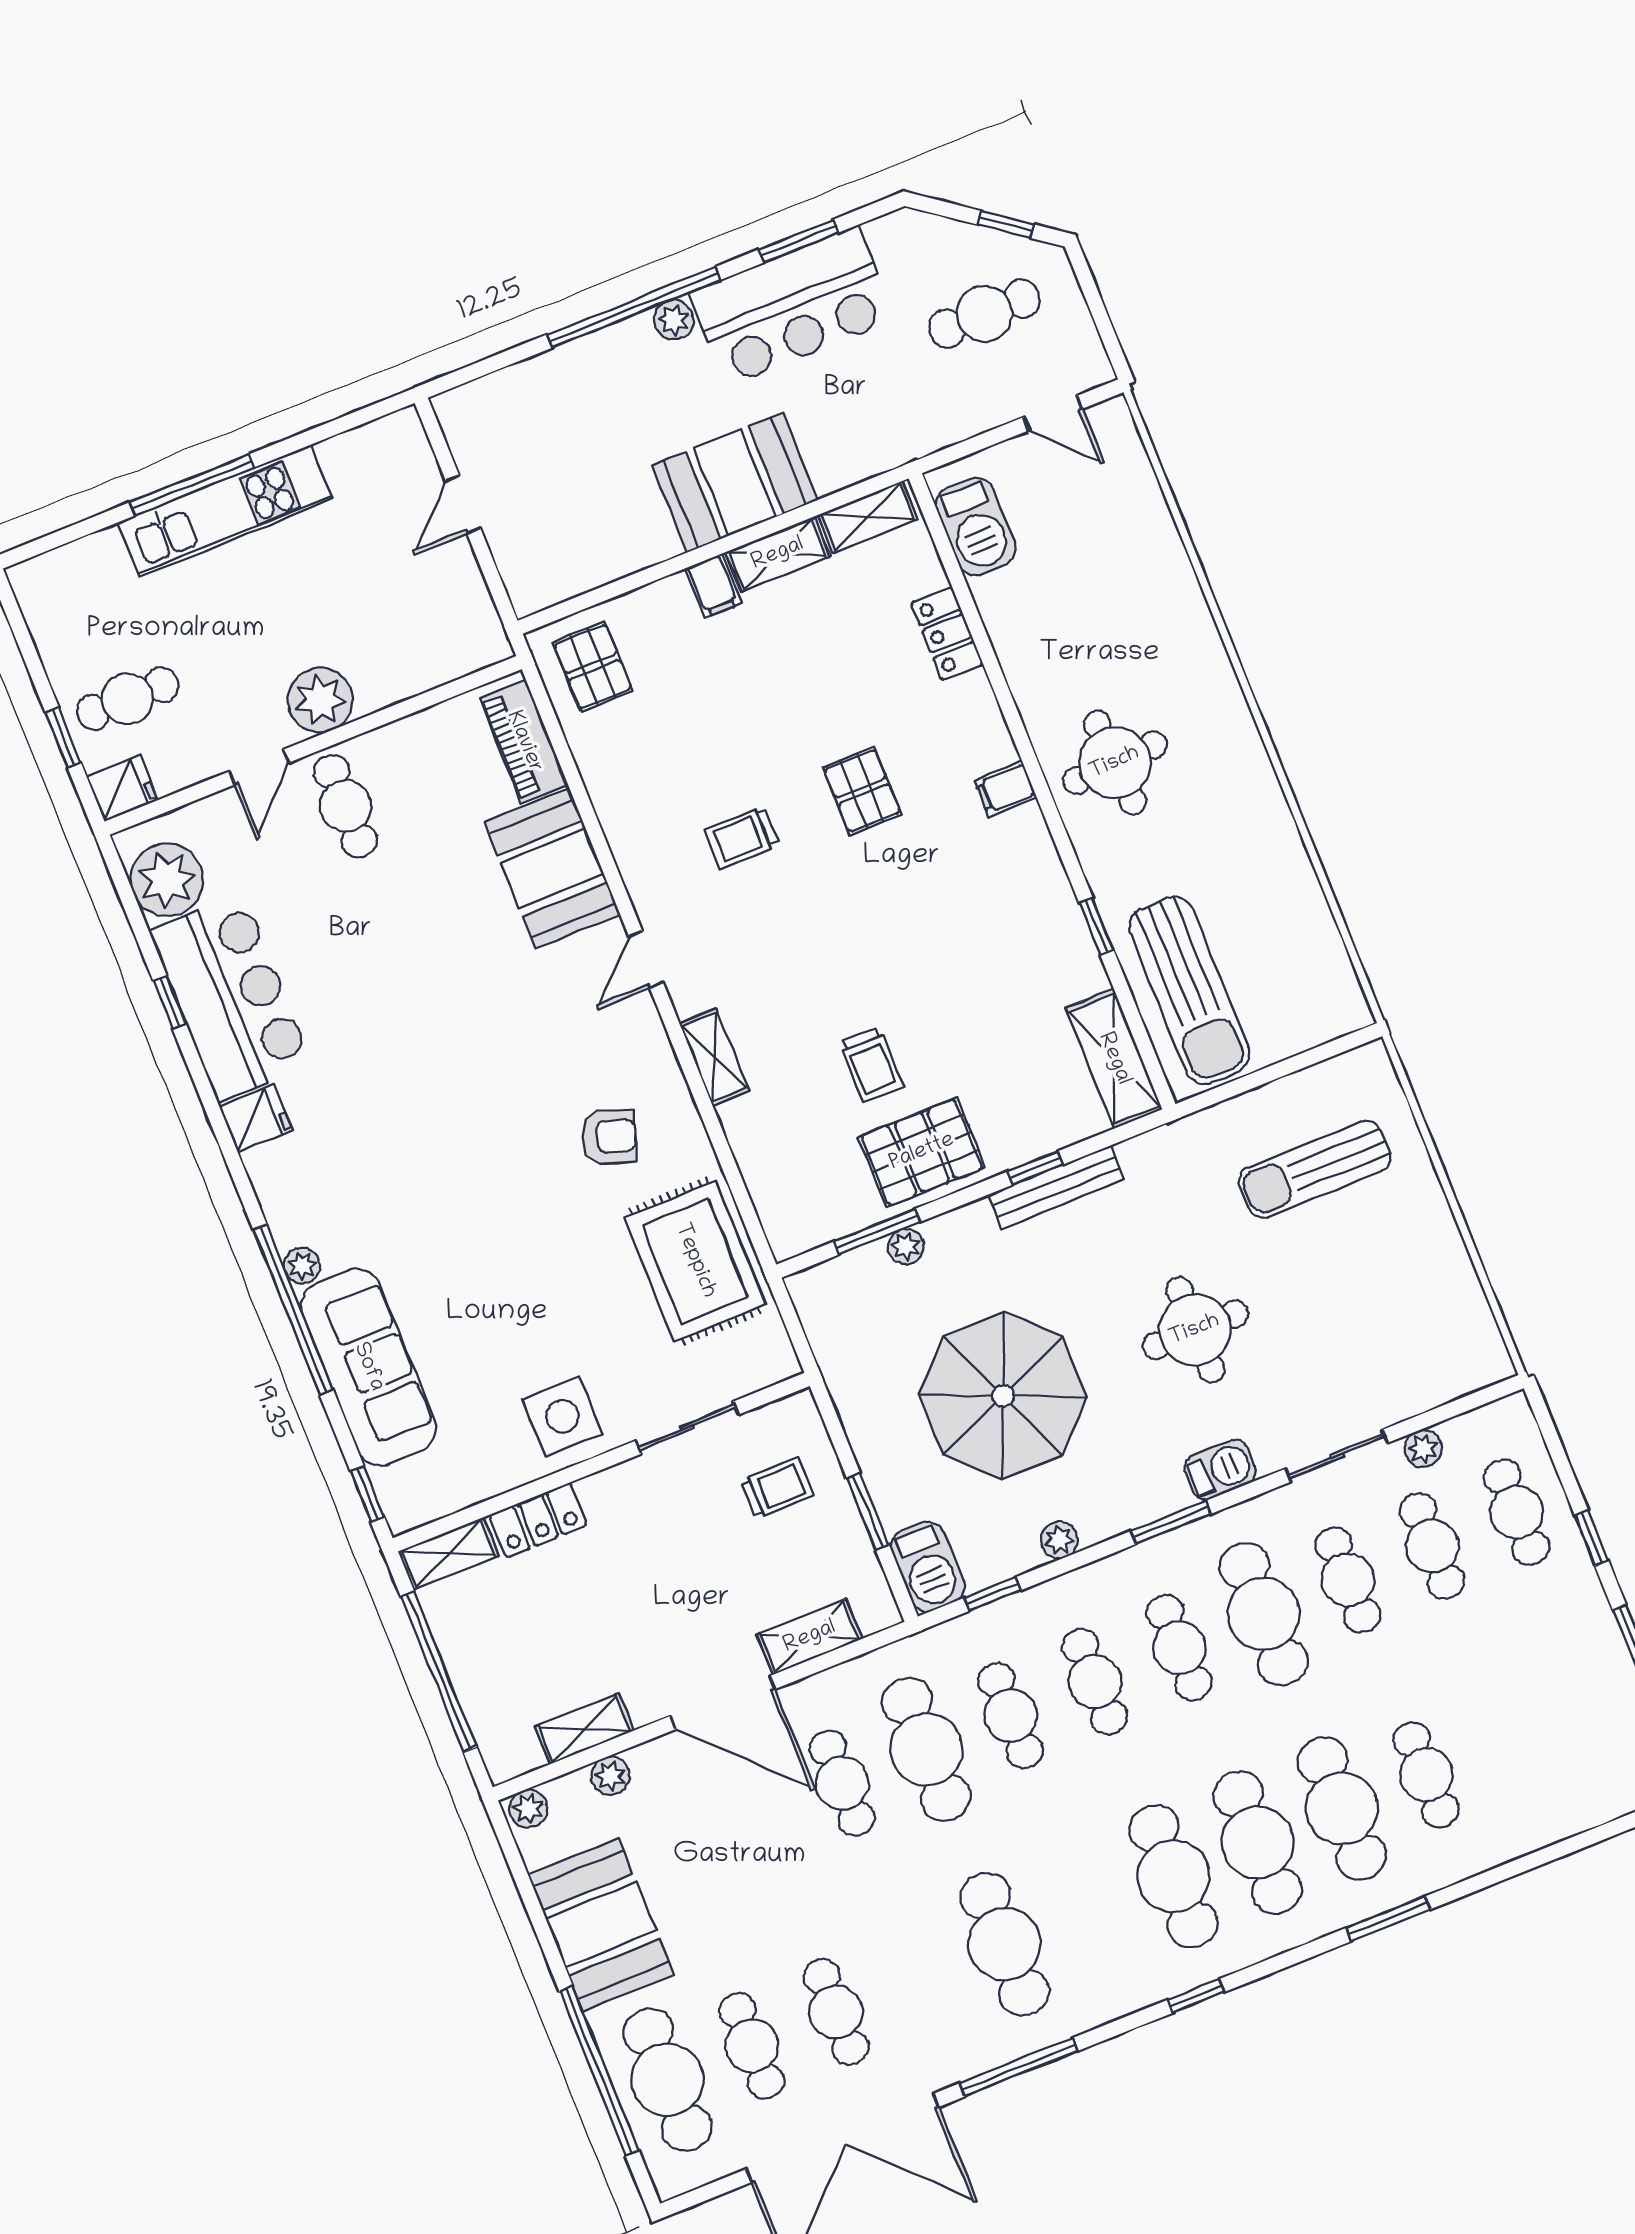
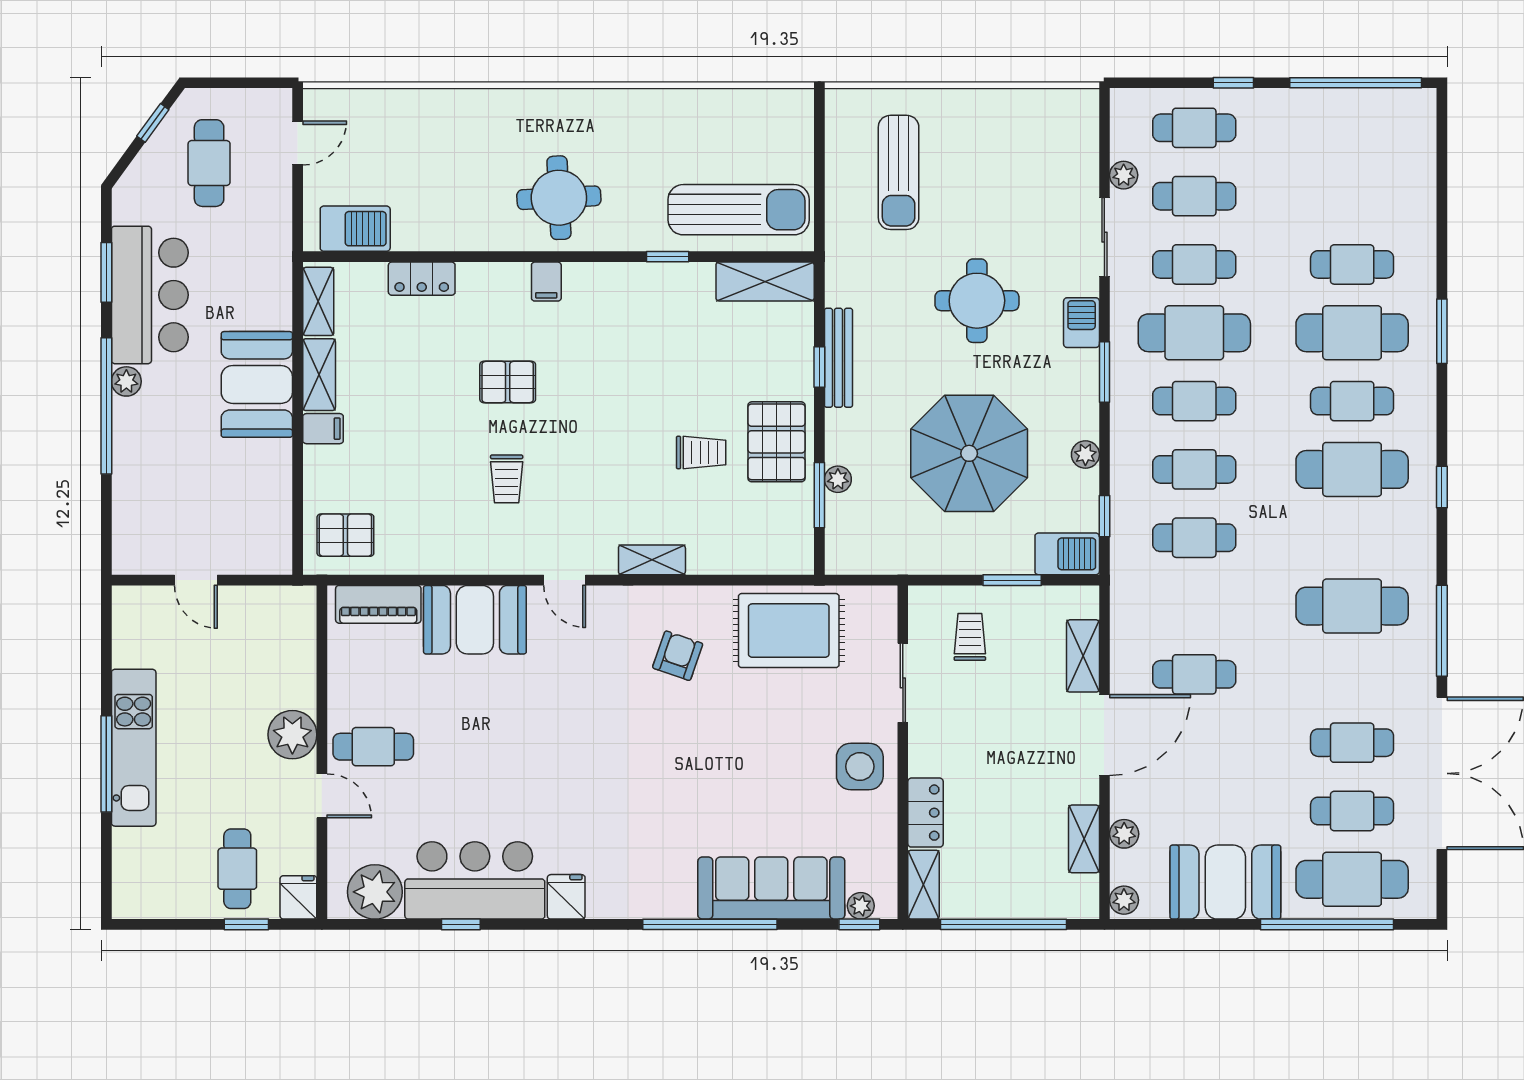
plant: (302, 1266) -> (861, 906), moved
cafe table: (926, 1749) -> (1194, 606), removed
cafe table: (1258, 1842) -> (1352, 401), width x0.73, depth x0.74

